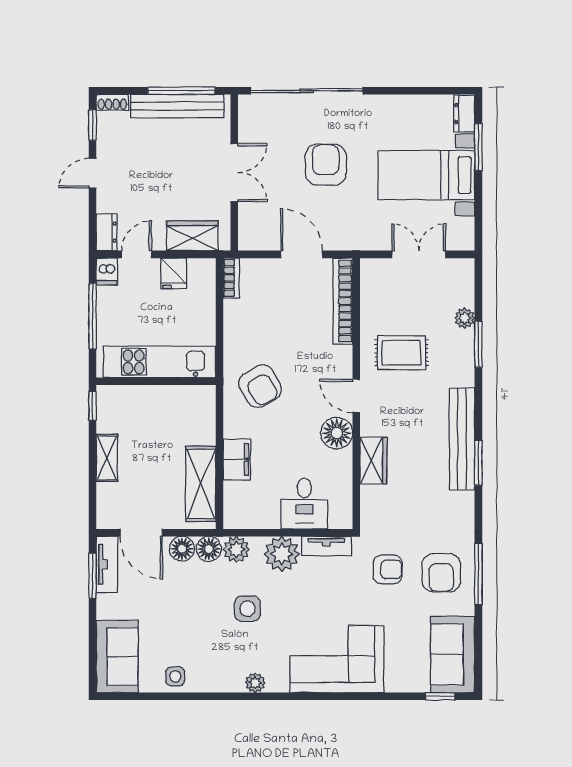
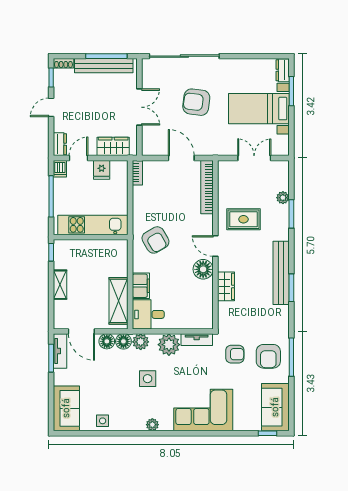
armchair: (326, 165) -> (196, 102), turned -83
desk: (304, 504) -> (148, 314), moved, turned 90

